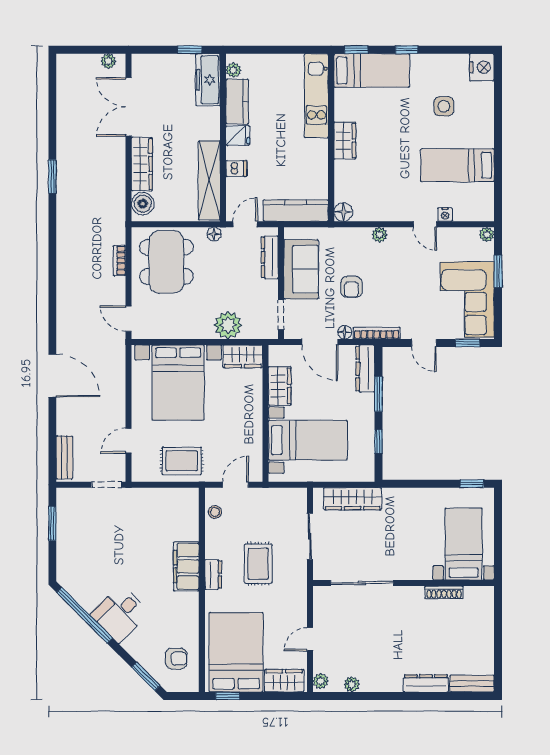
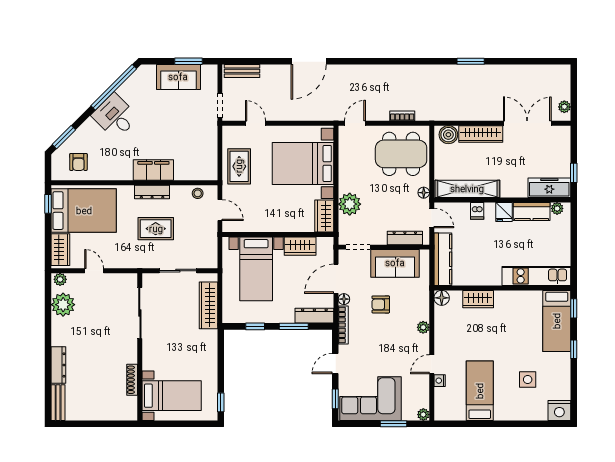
wardrobe: (345, 141) -> (478, 299), moved
sofa: (72, 536) -> (178, 77), added
dresser: (213, 575) -> (152, 192), width x1.44
plant: (352, 684) -> (63, 305), width x1.87, depth x1.87

